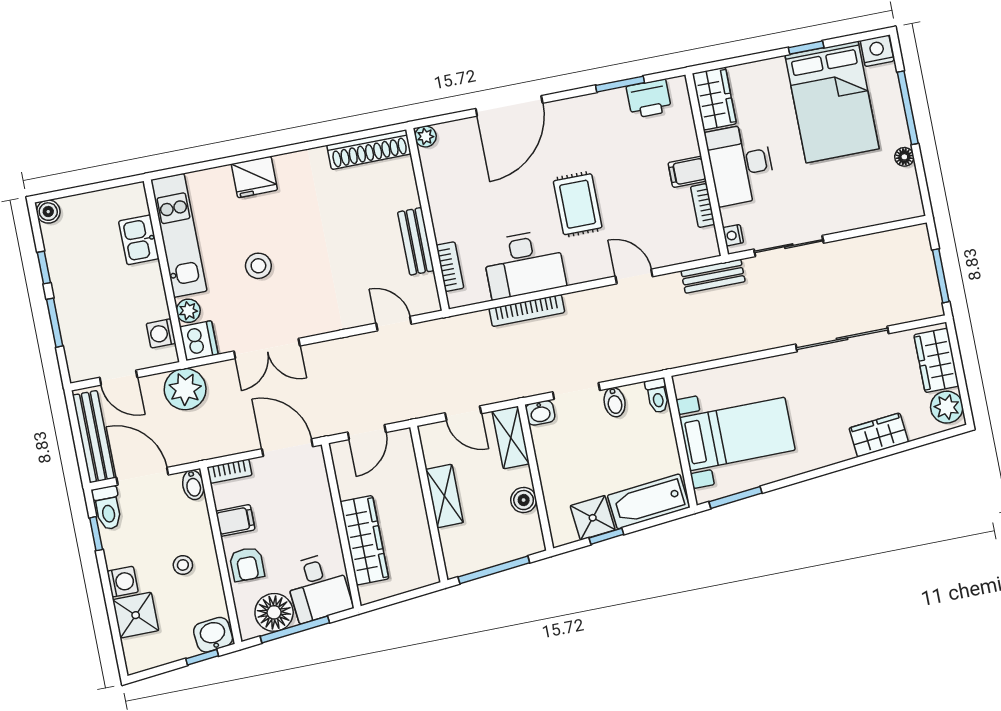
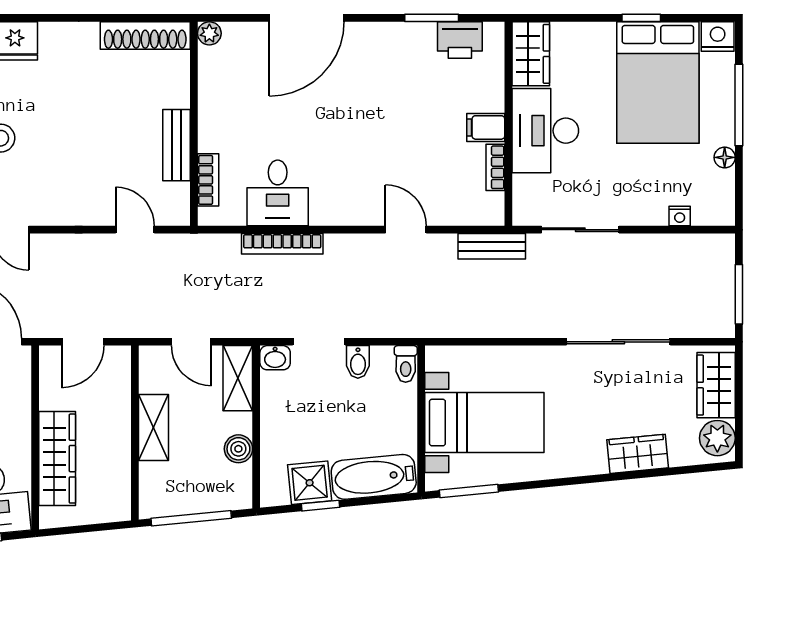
rug: (578, 204) -> (360, 139), removed
nightstand: (733, 235) -> (680, 216), moved, turned -90
desk: (524, 264) -> (278, 193), width x0.73

